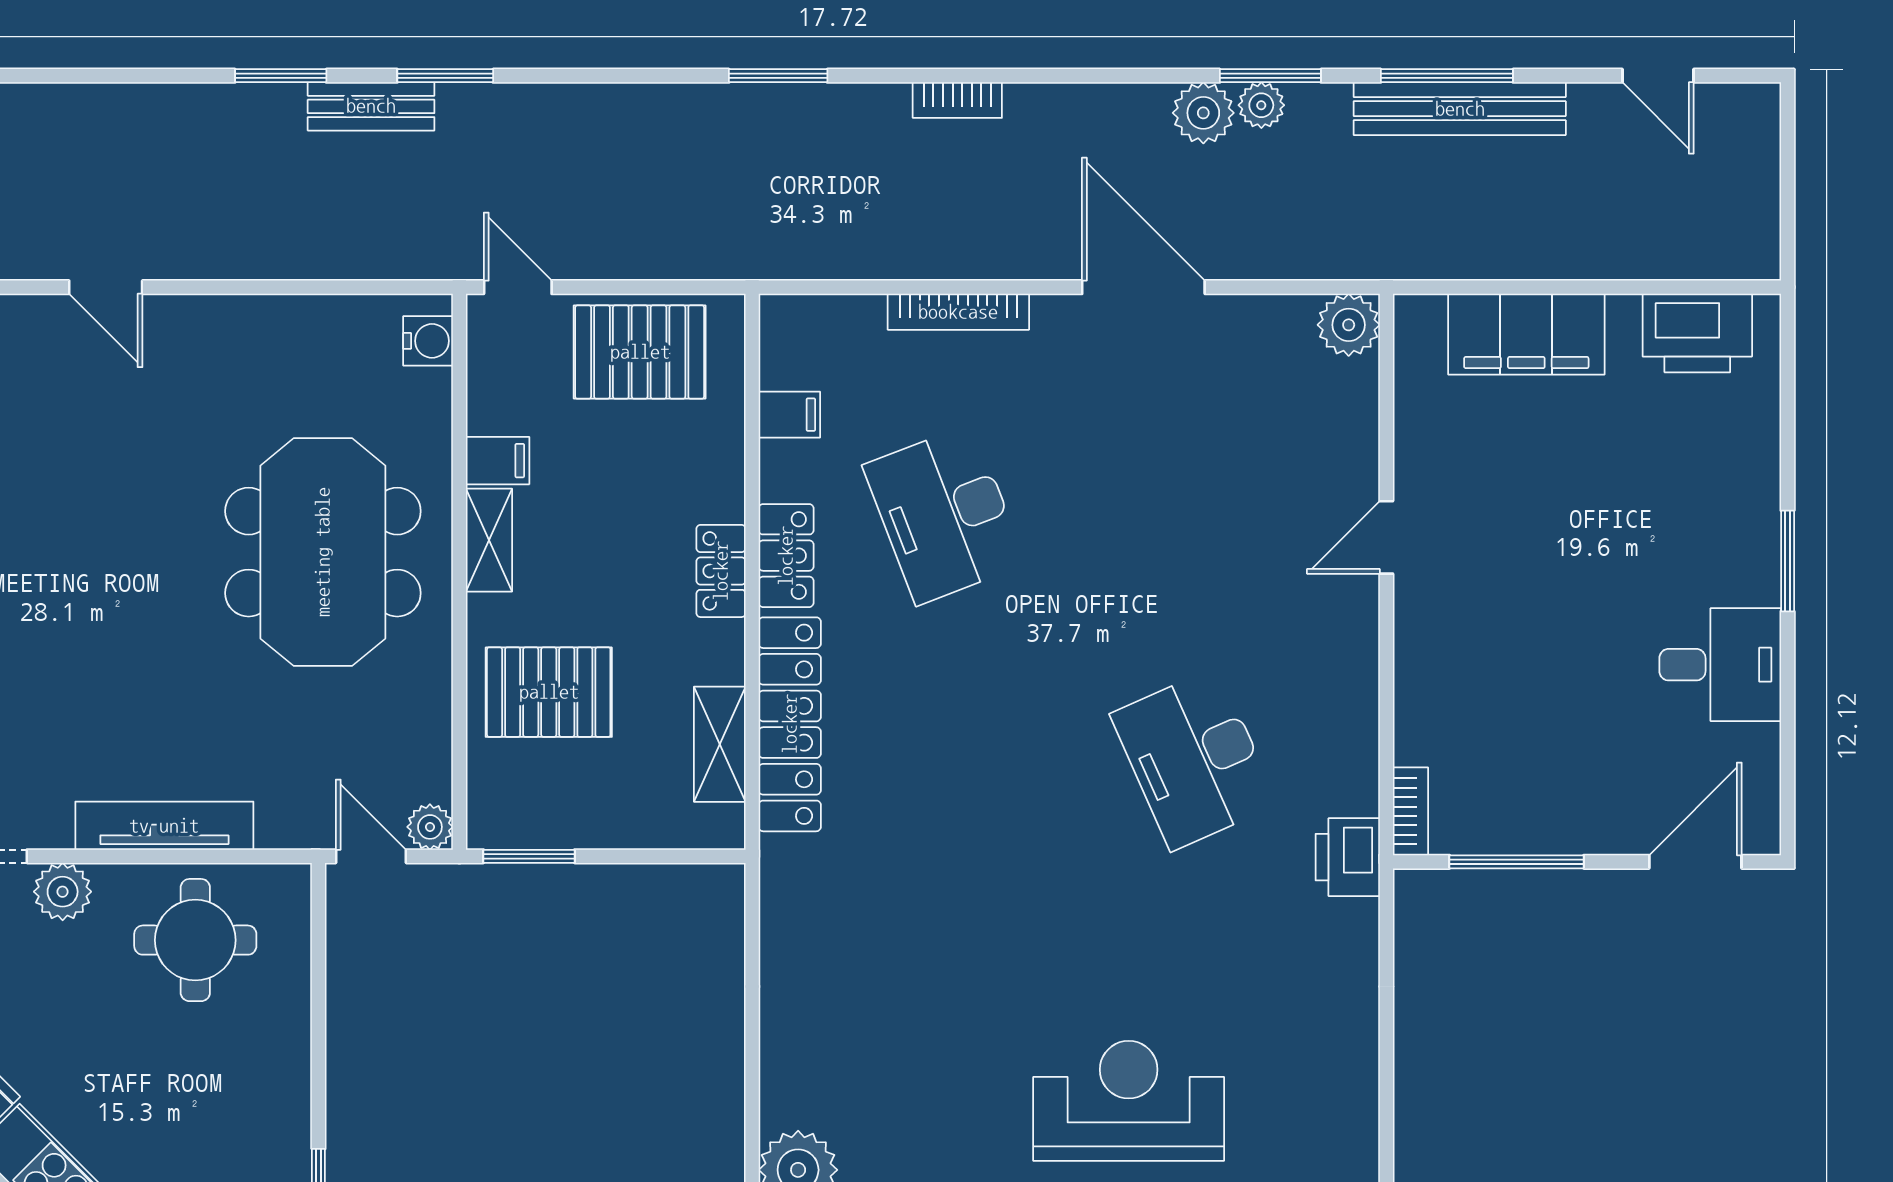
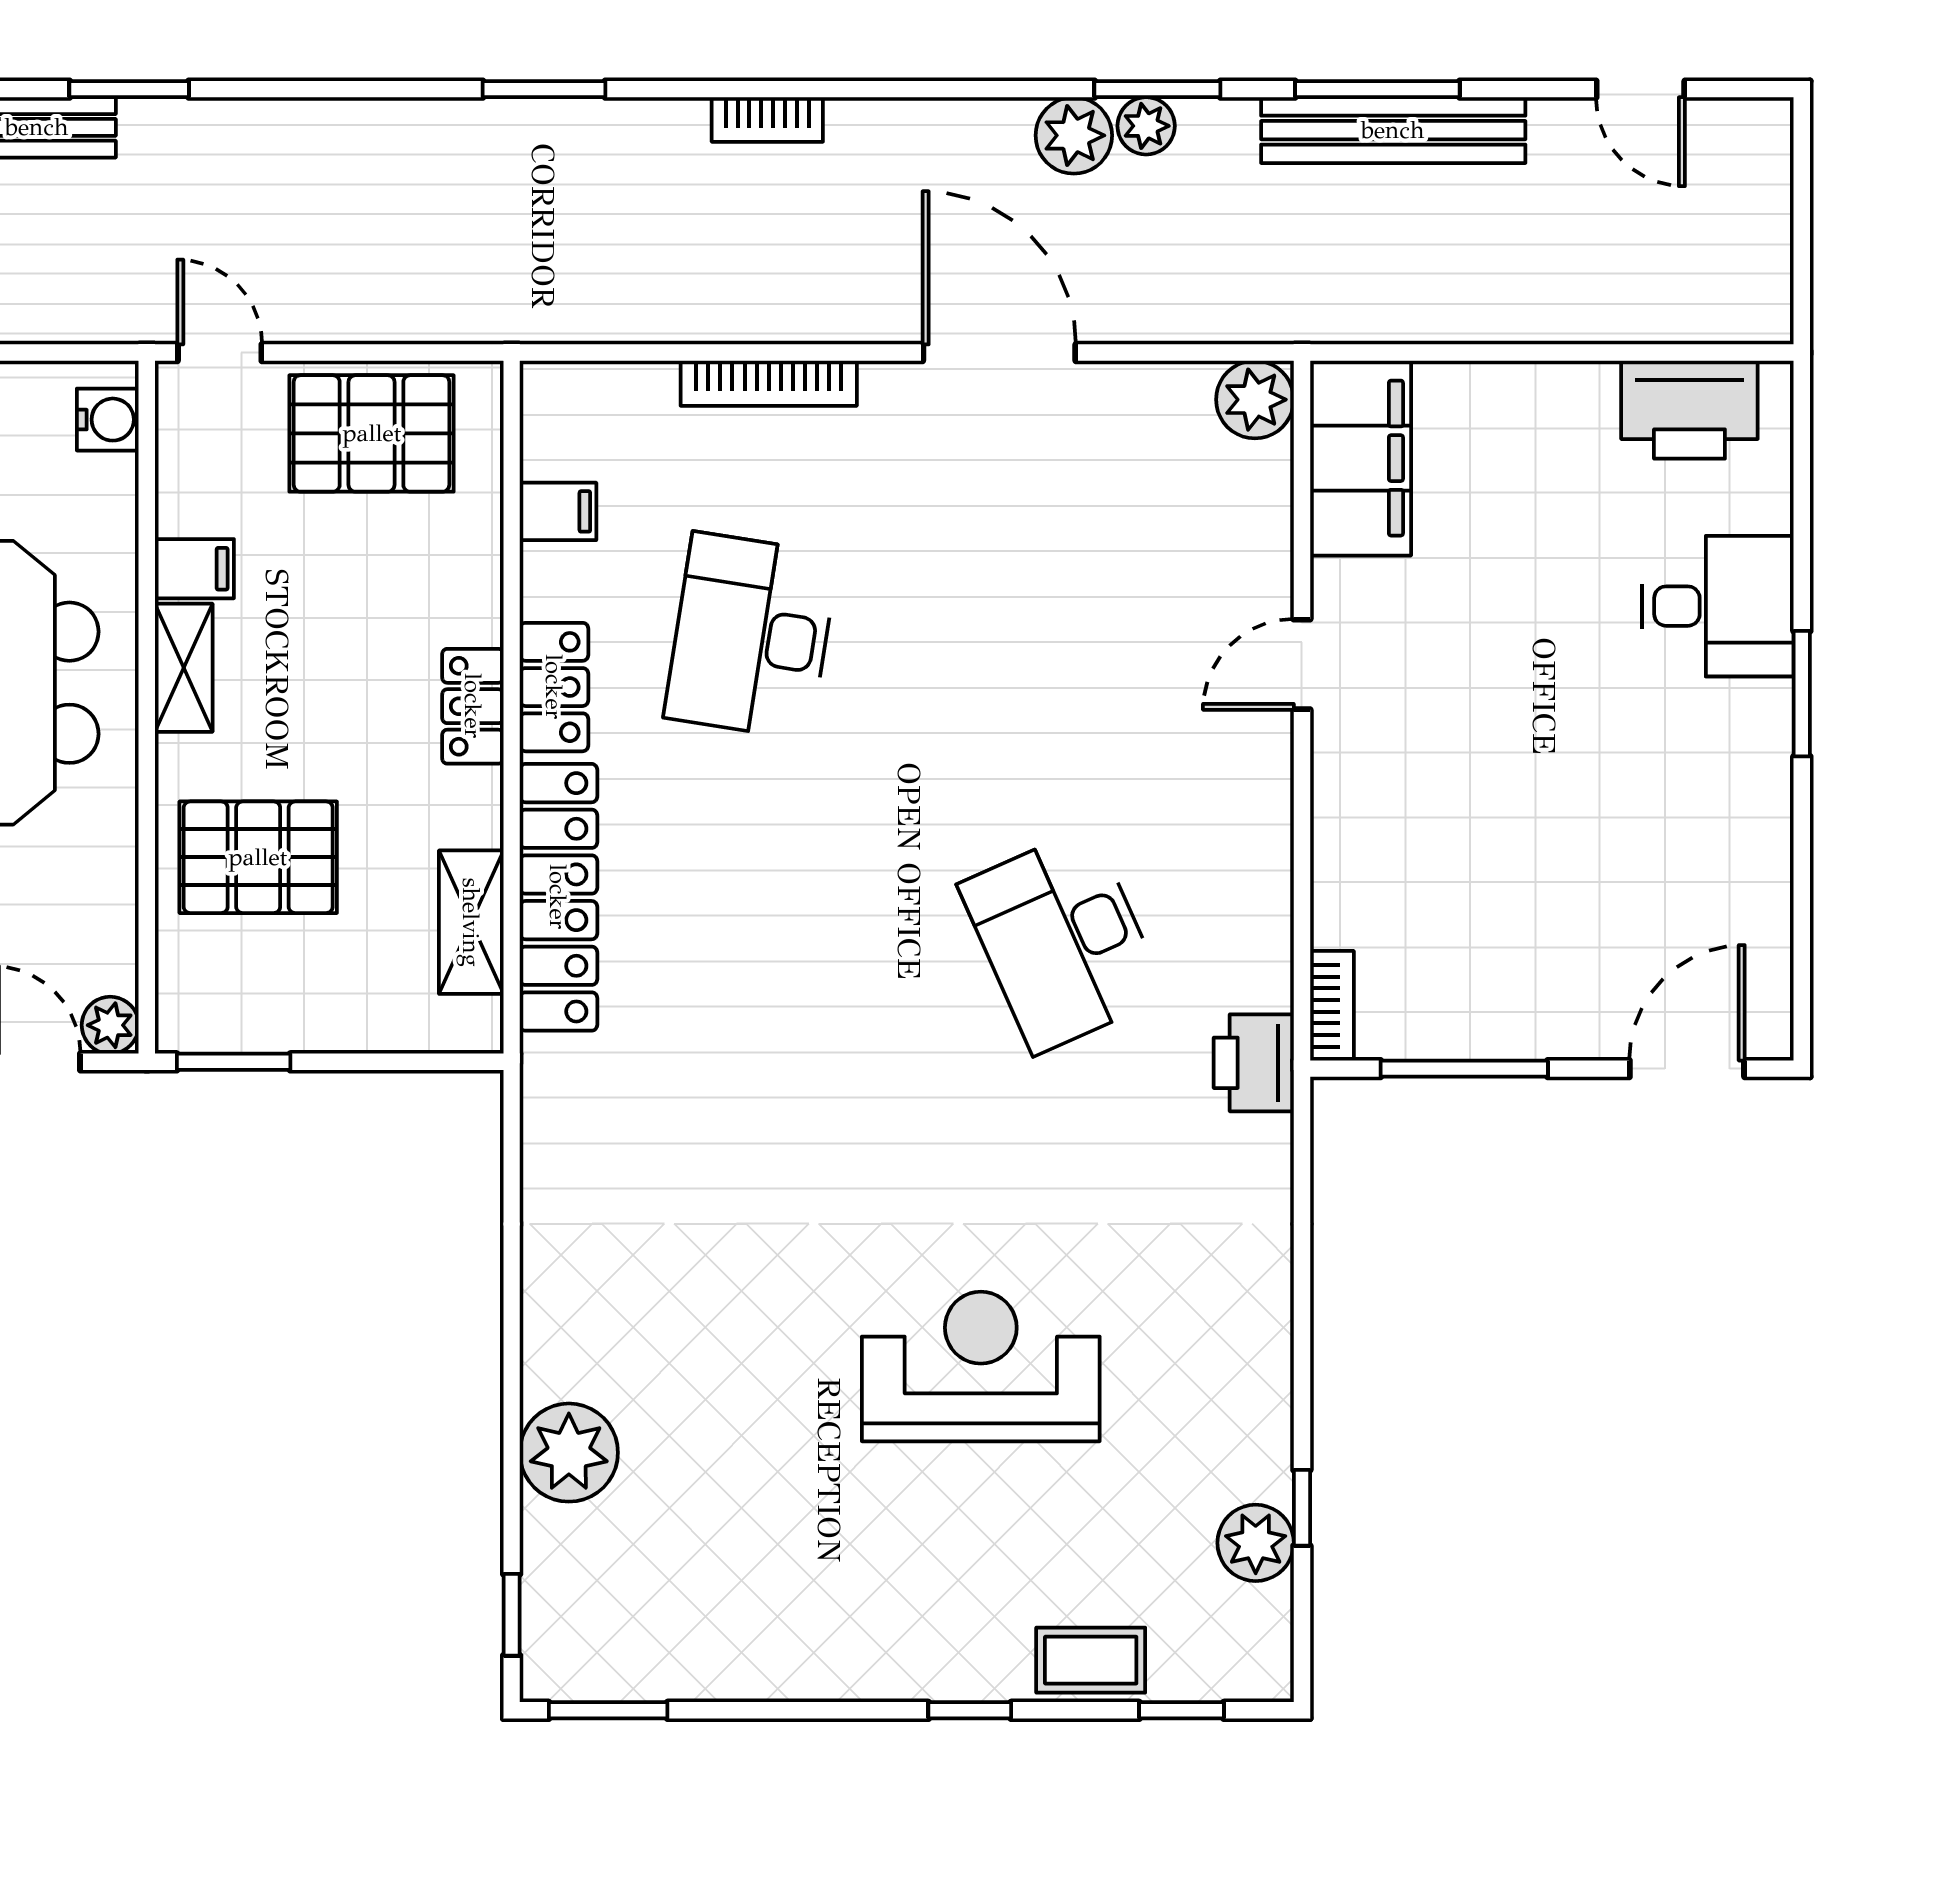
filing cabinet: (1526, 334) -> (1361, 458), moved, turned -90
desk: (944, 515) -> (751, 636), turned 30
desk: (1720, 665) -> (1718, 606), moved

